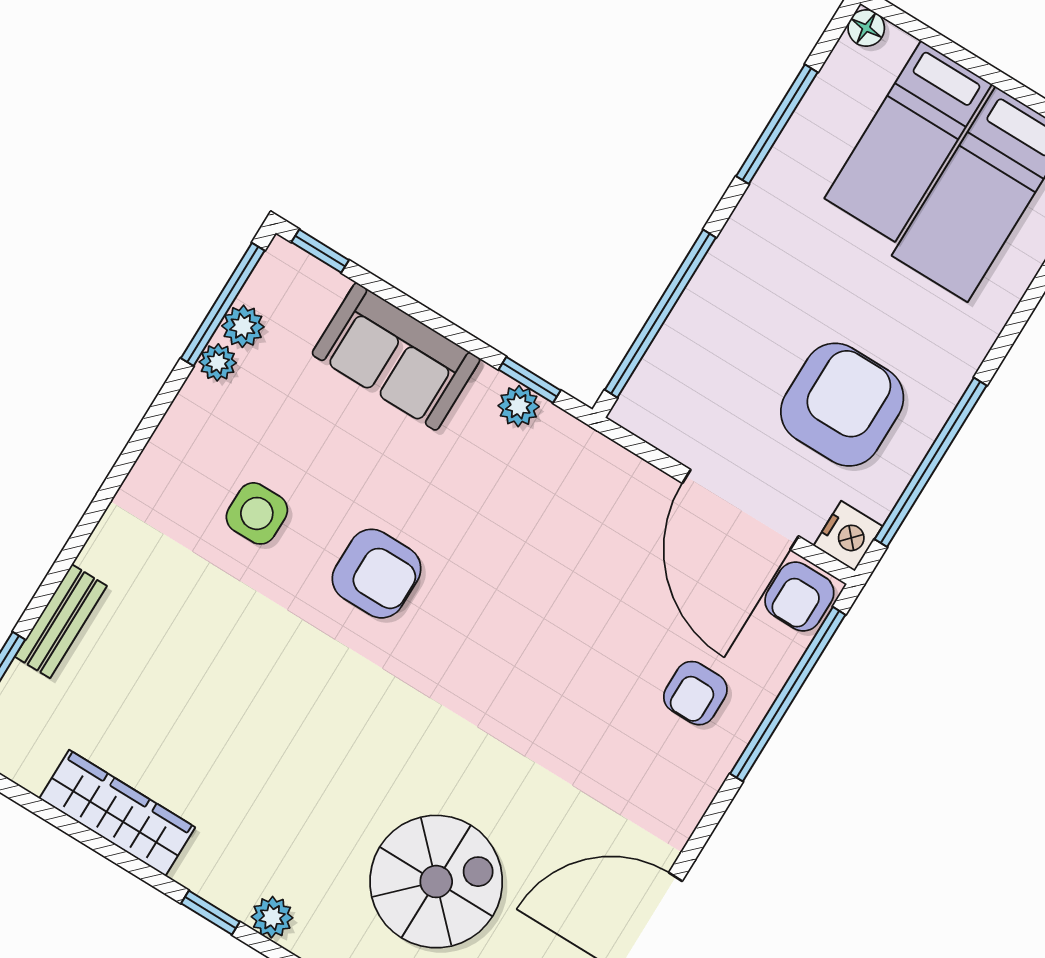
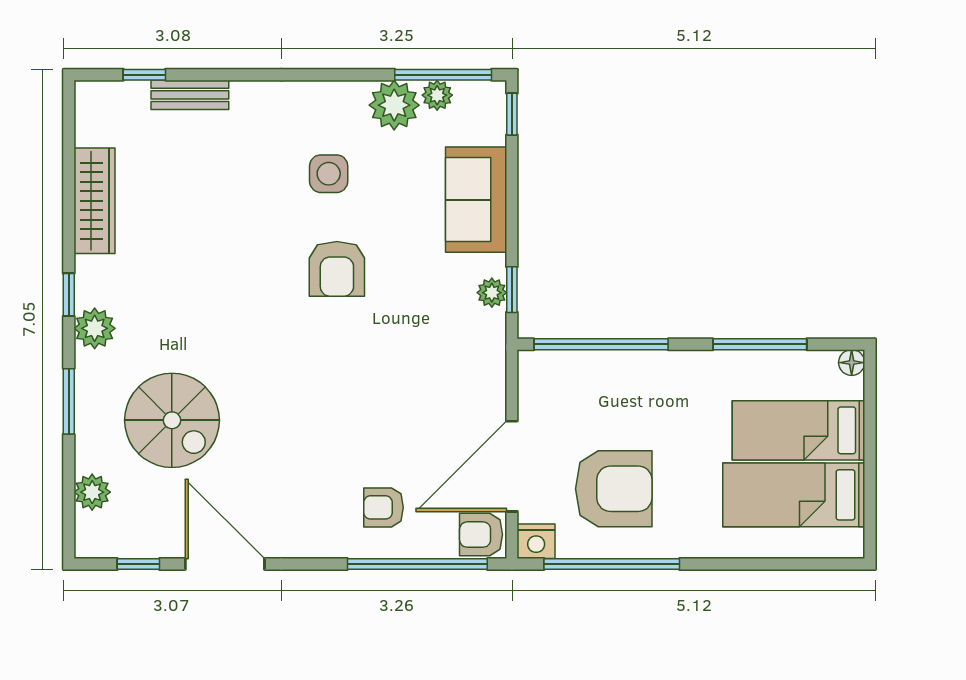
plant: (218, 362) -> (394, 105), width x1.88, depth x1.88
plant: (272, 917) -> (95, 328), width x1.38, depth x1.38

